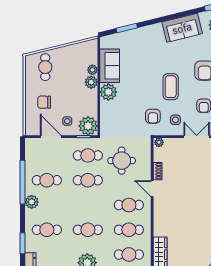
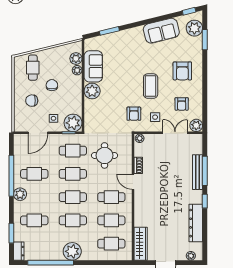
plant: (91, 82) -> (76, 59), moved
chair: (66, 86) -> (52, 85), added
door: (51, 137) -> (38, 133), swing flipped
cafe table: (88, 205) -> (73, 197), added

